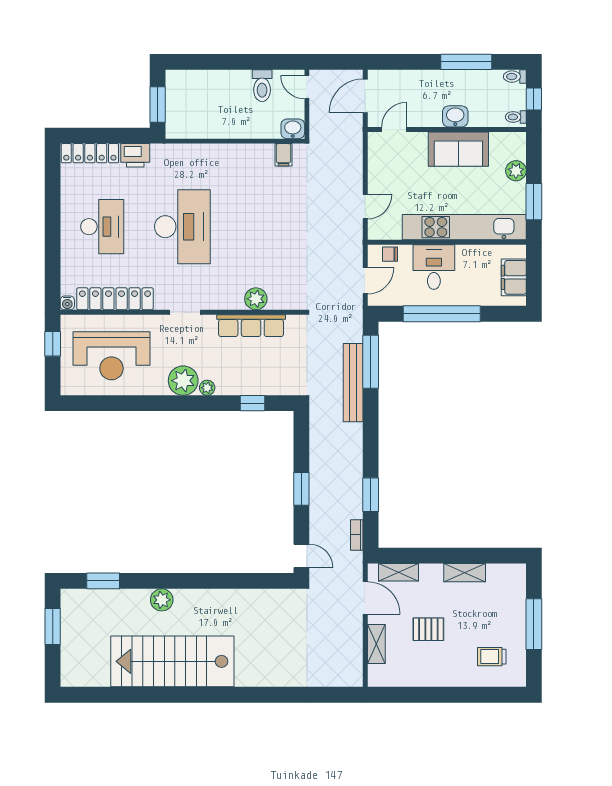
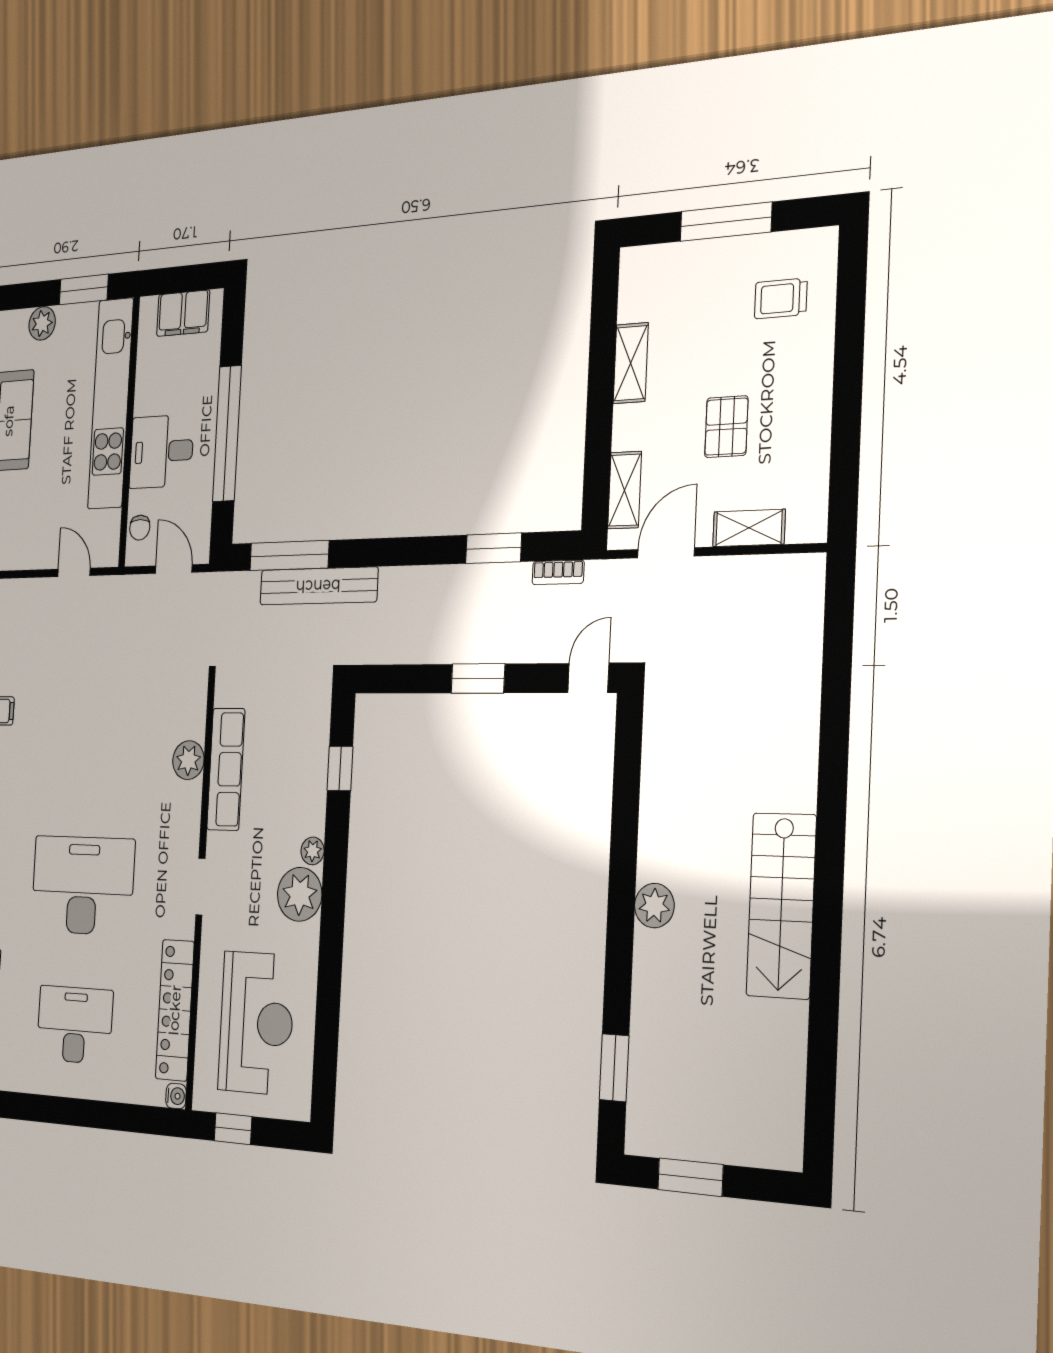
plant: (162, 600) -> (654, 906), moved
trolley: (492, 657) -> (781, 299), turned 90
stairs: (172, 661) -> (781, 906), width x0.73, depth x0.66

